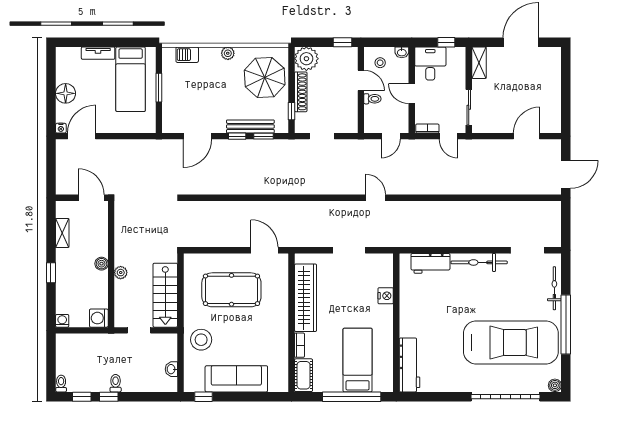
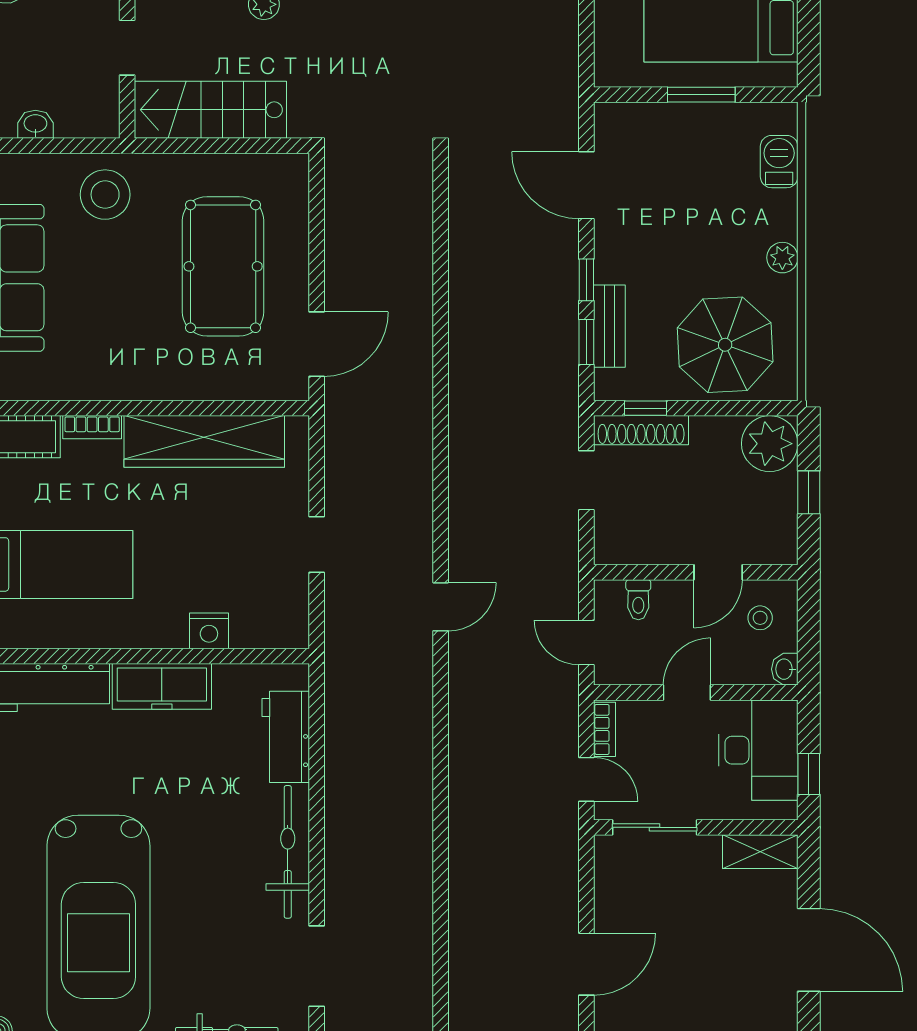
window: (342, 42) -> (809, 492), moved
desk: (430, 63) -> (758, 750), width x1.37
shoe rack: (301, 92) -> (641, 430), moved
toilet: (372, 99) -> (638, 600), moved
bench: (250, 126) -> (609, 326), width x0.73
door: (448, 136) -> (586, 779), swing flipped
door: (527, 136) -> (586, 964), hinge flipped
doorway: (349, 250) -> (317, 544), width x0.73
freezer: (409, 316) -> (162, 686), added

